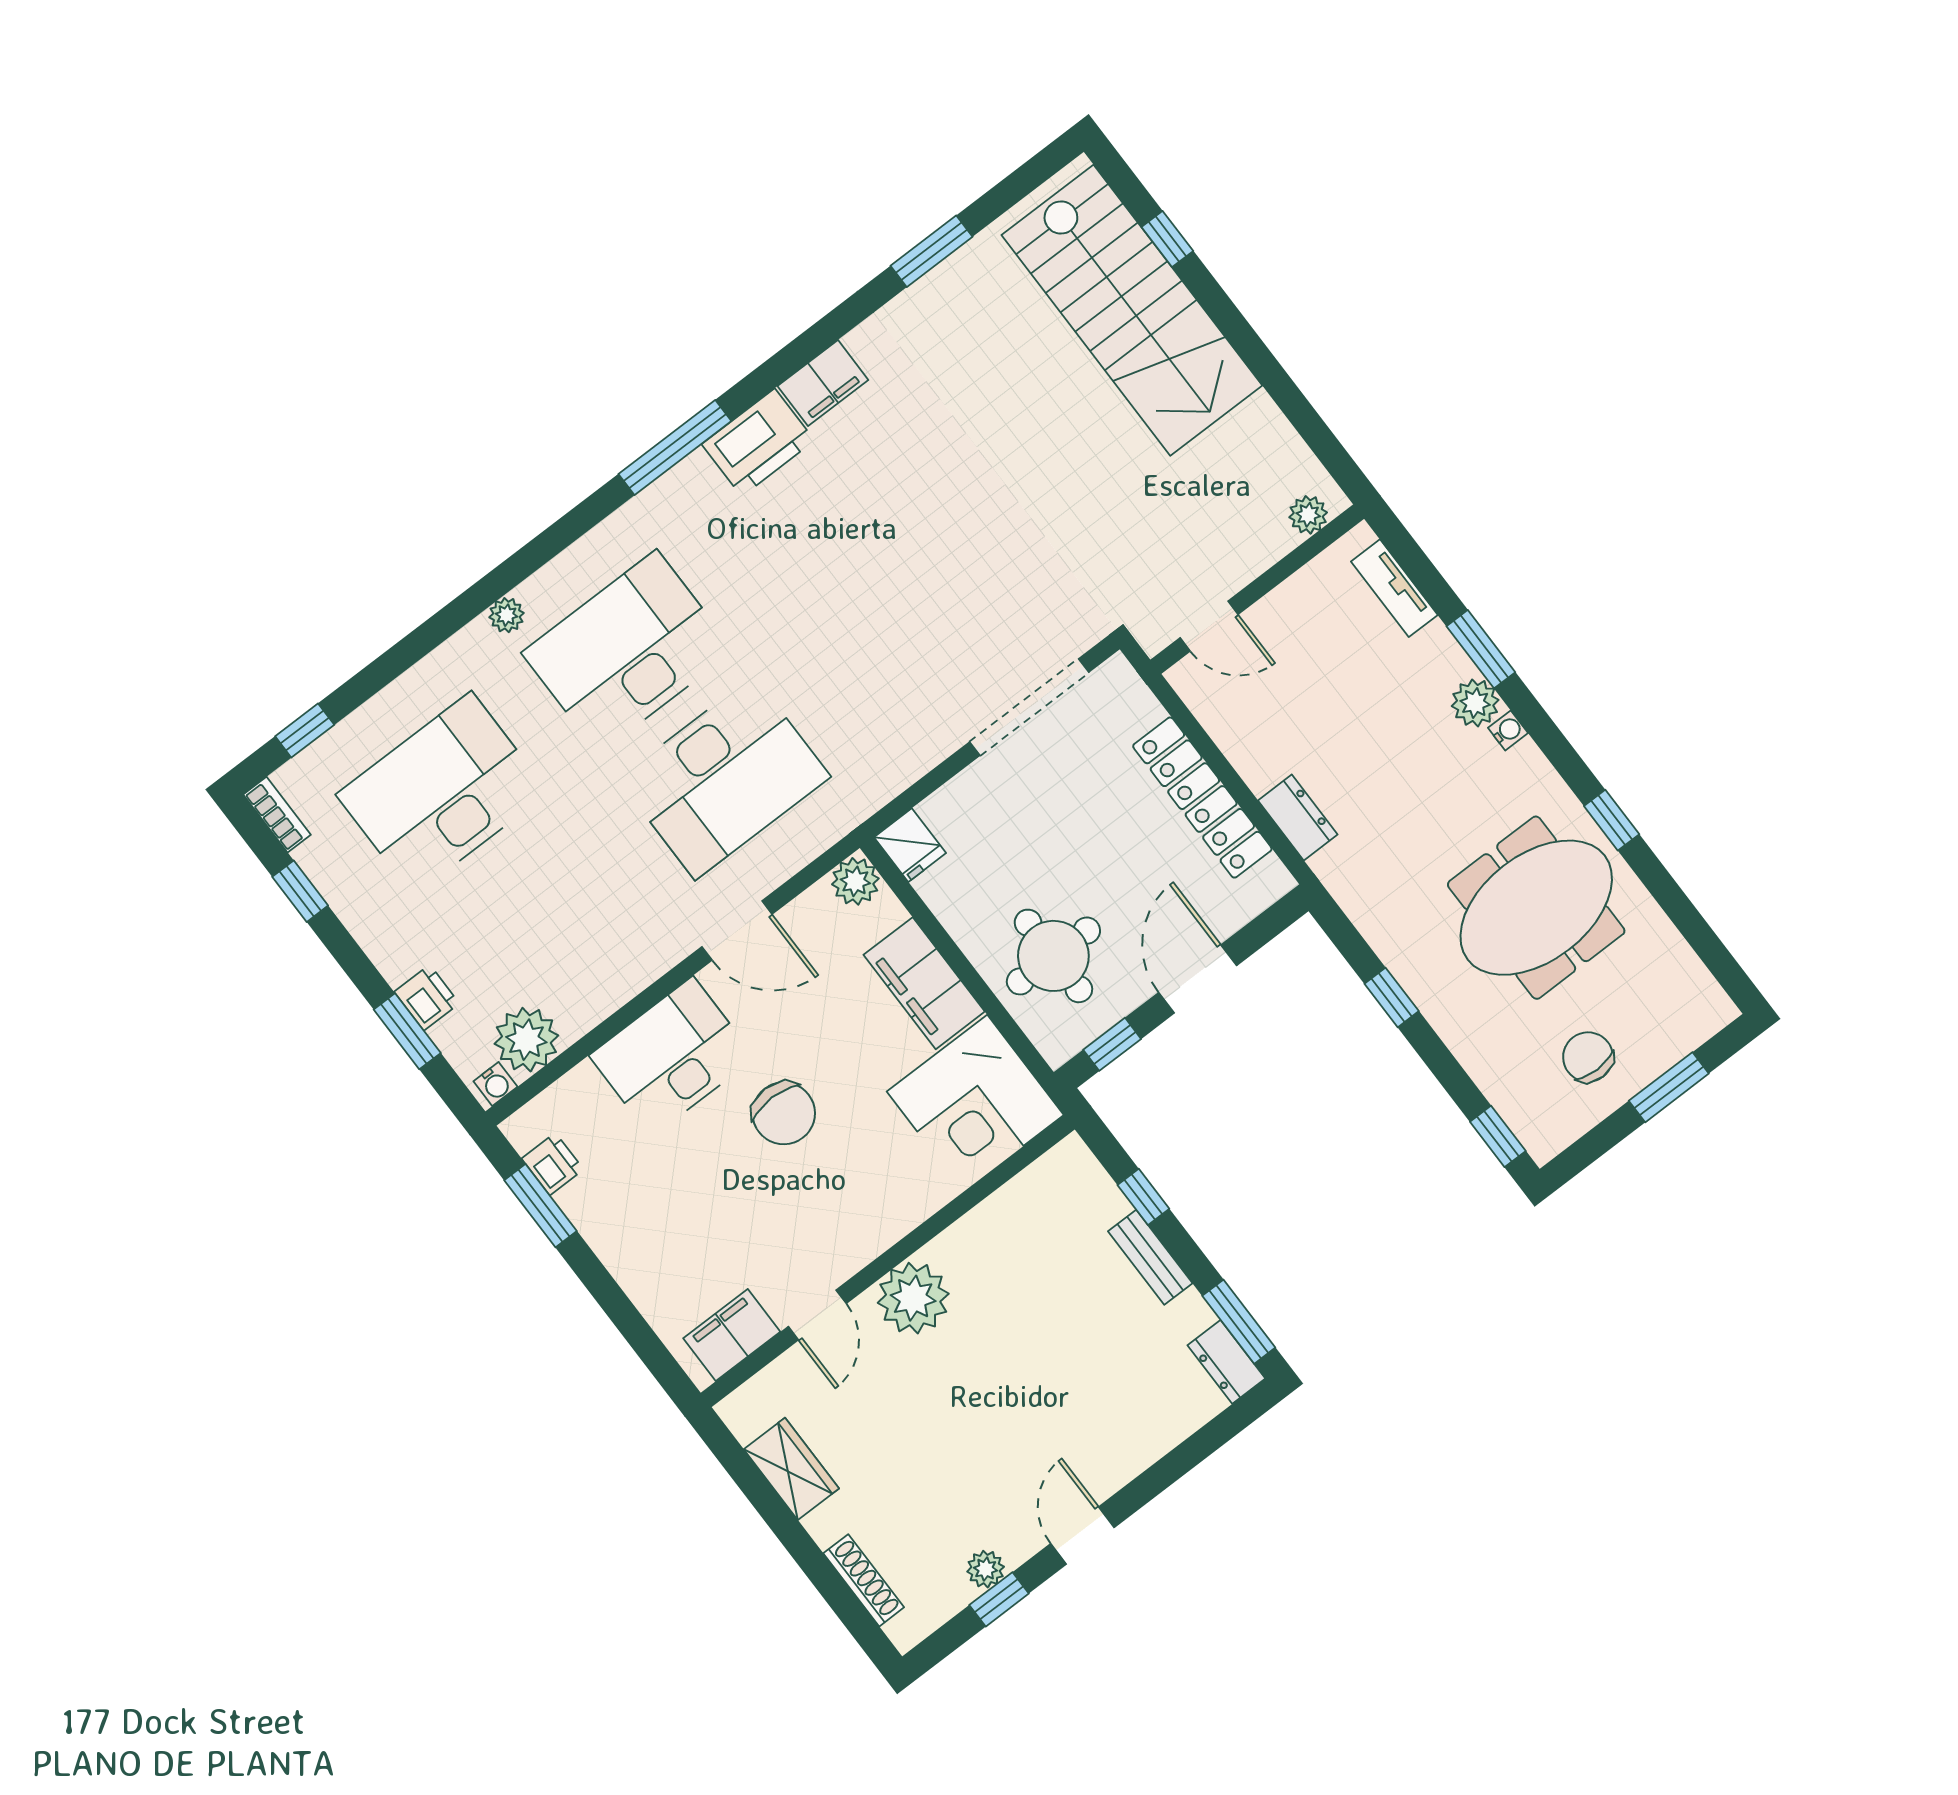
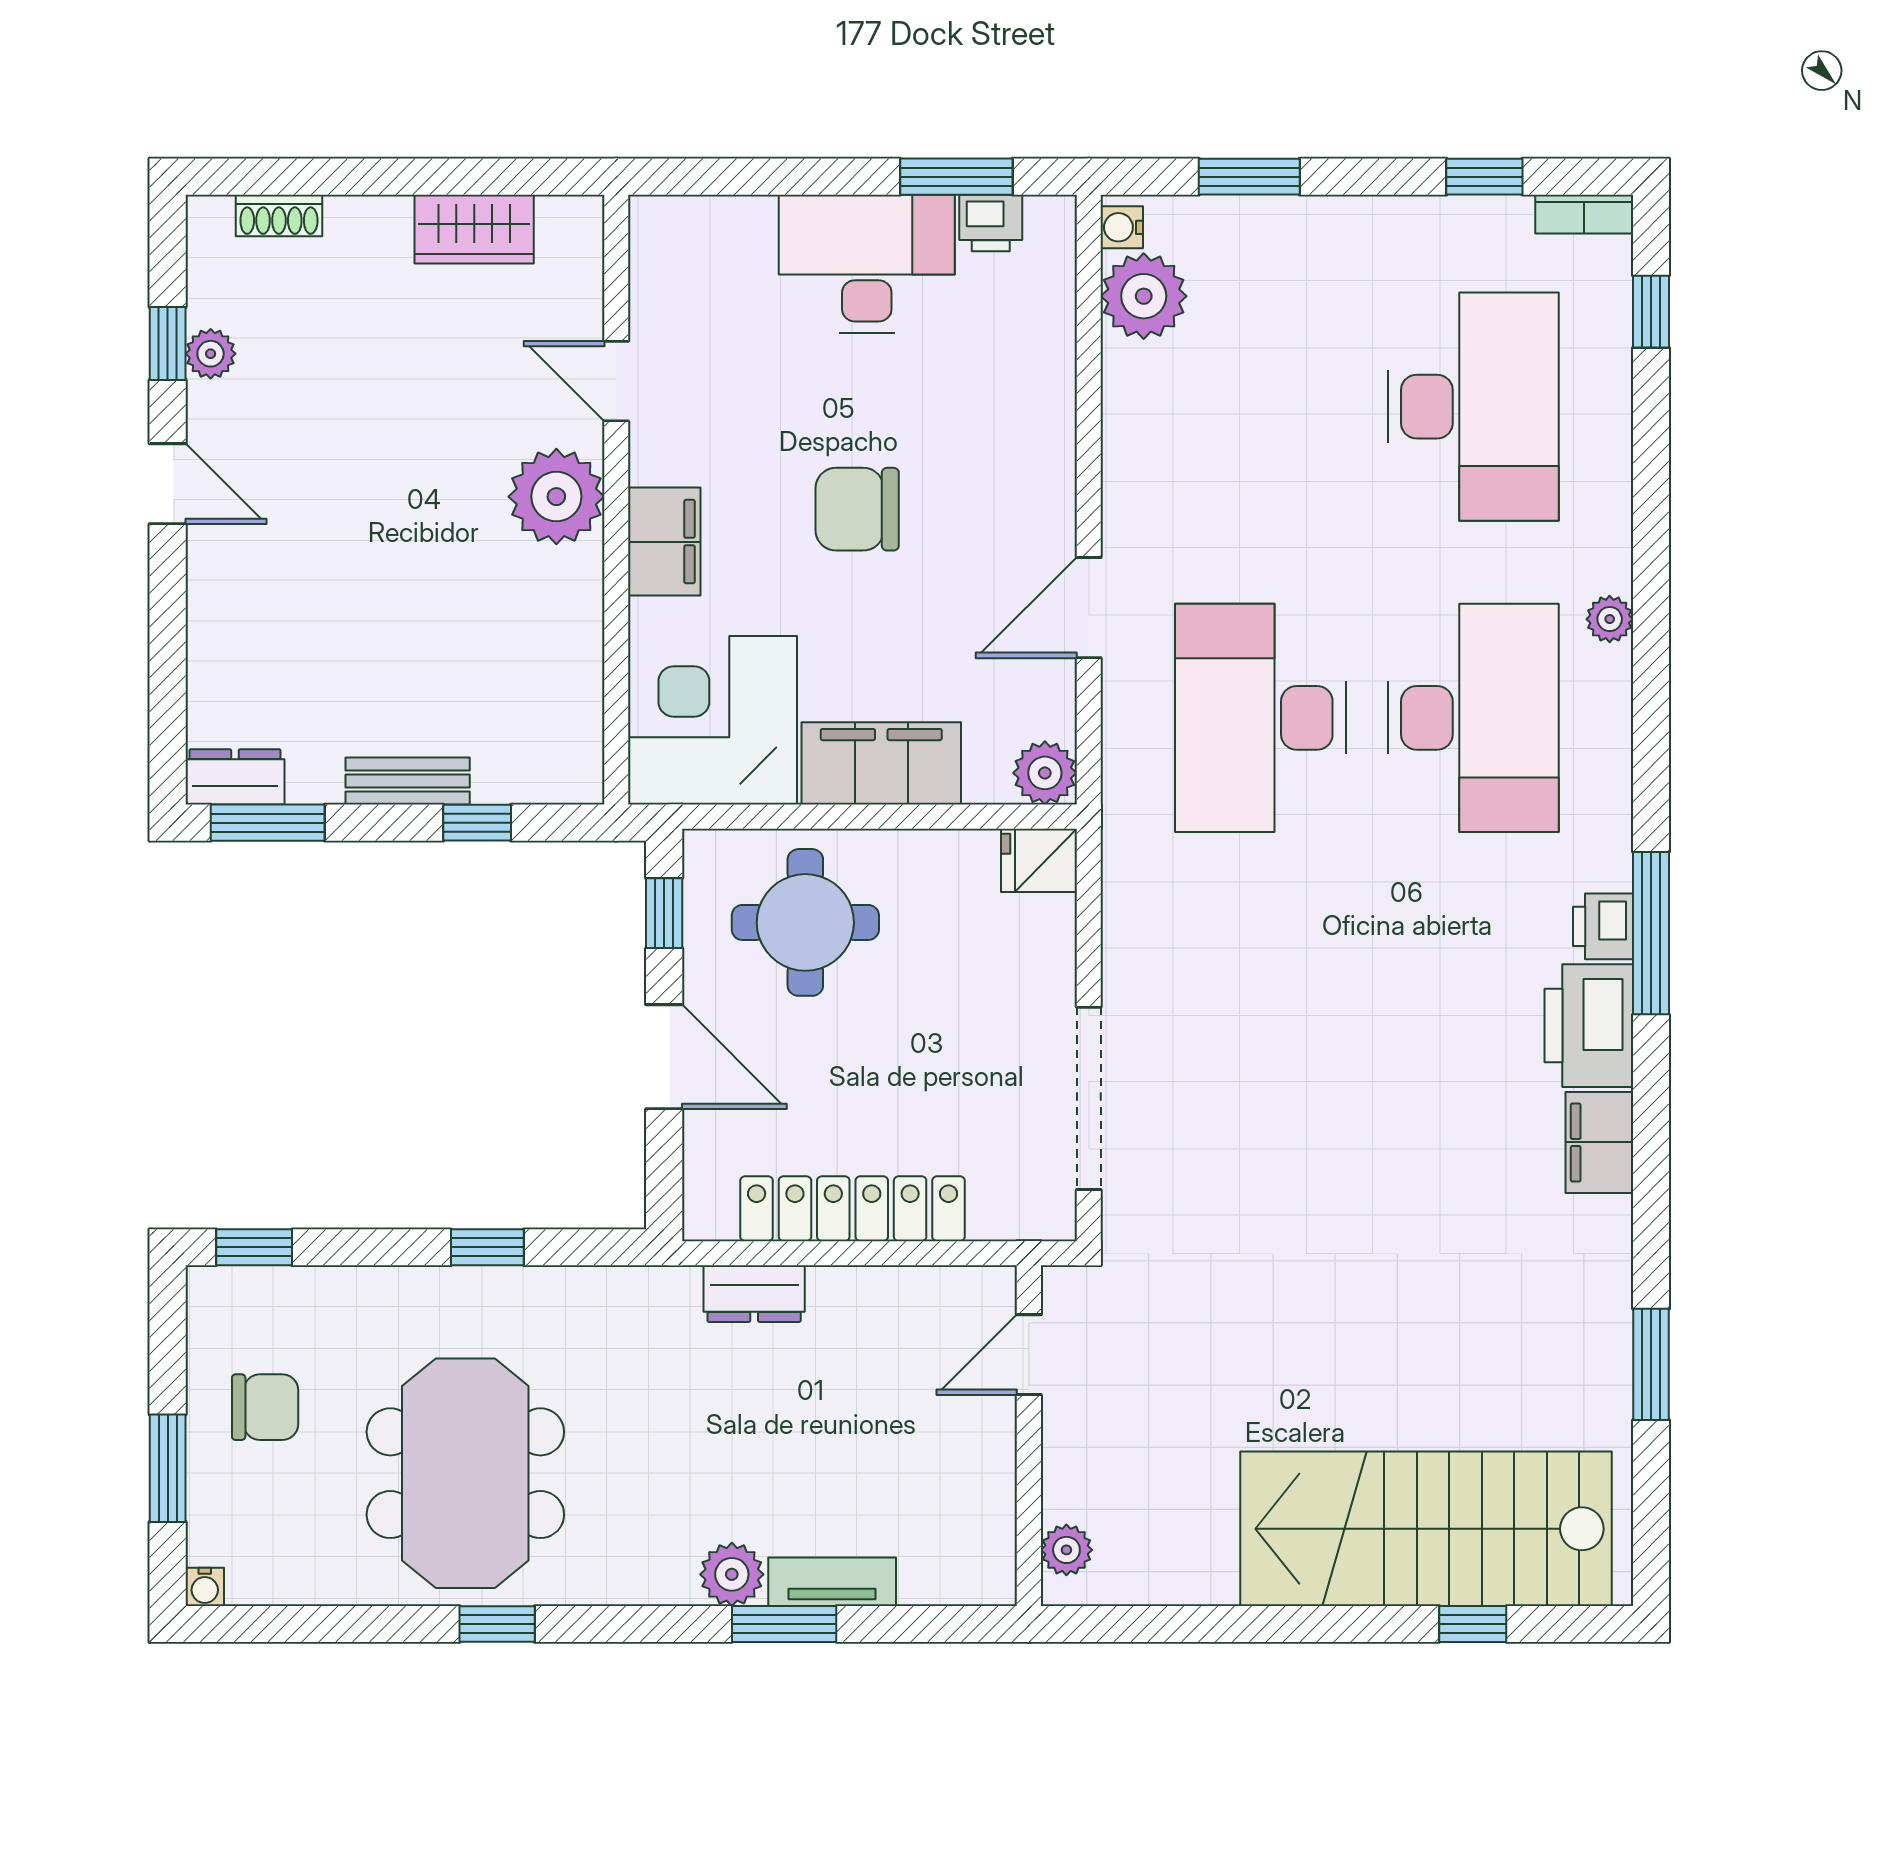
tv unit: (1394, 588) -> (832, 1582), moved
water cooler: (1508, 730) -> (205, 1587), moved
printer: (427, 998) -> (1603, 926), moved, turned 90
desk: (672, 1057) -> (867, 264), moved, turned -90
filing cabinet: (732, 1335) -> (664, 542), moved
shoe rack: (864, 1580) -> (279, 216), width x0.70

